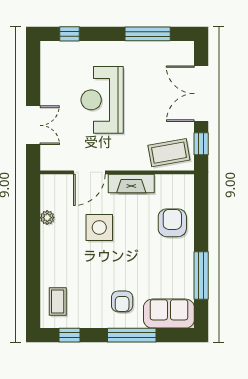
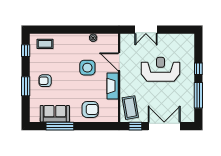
window: (70, 34) -> (198, 69), moved
sofa: (169, 314) -> (55, 114), moved, turned -90
window: (132, 335) -> (26, 86), width x0.69

